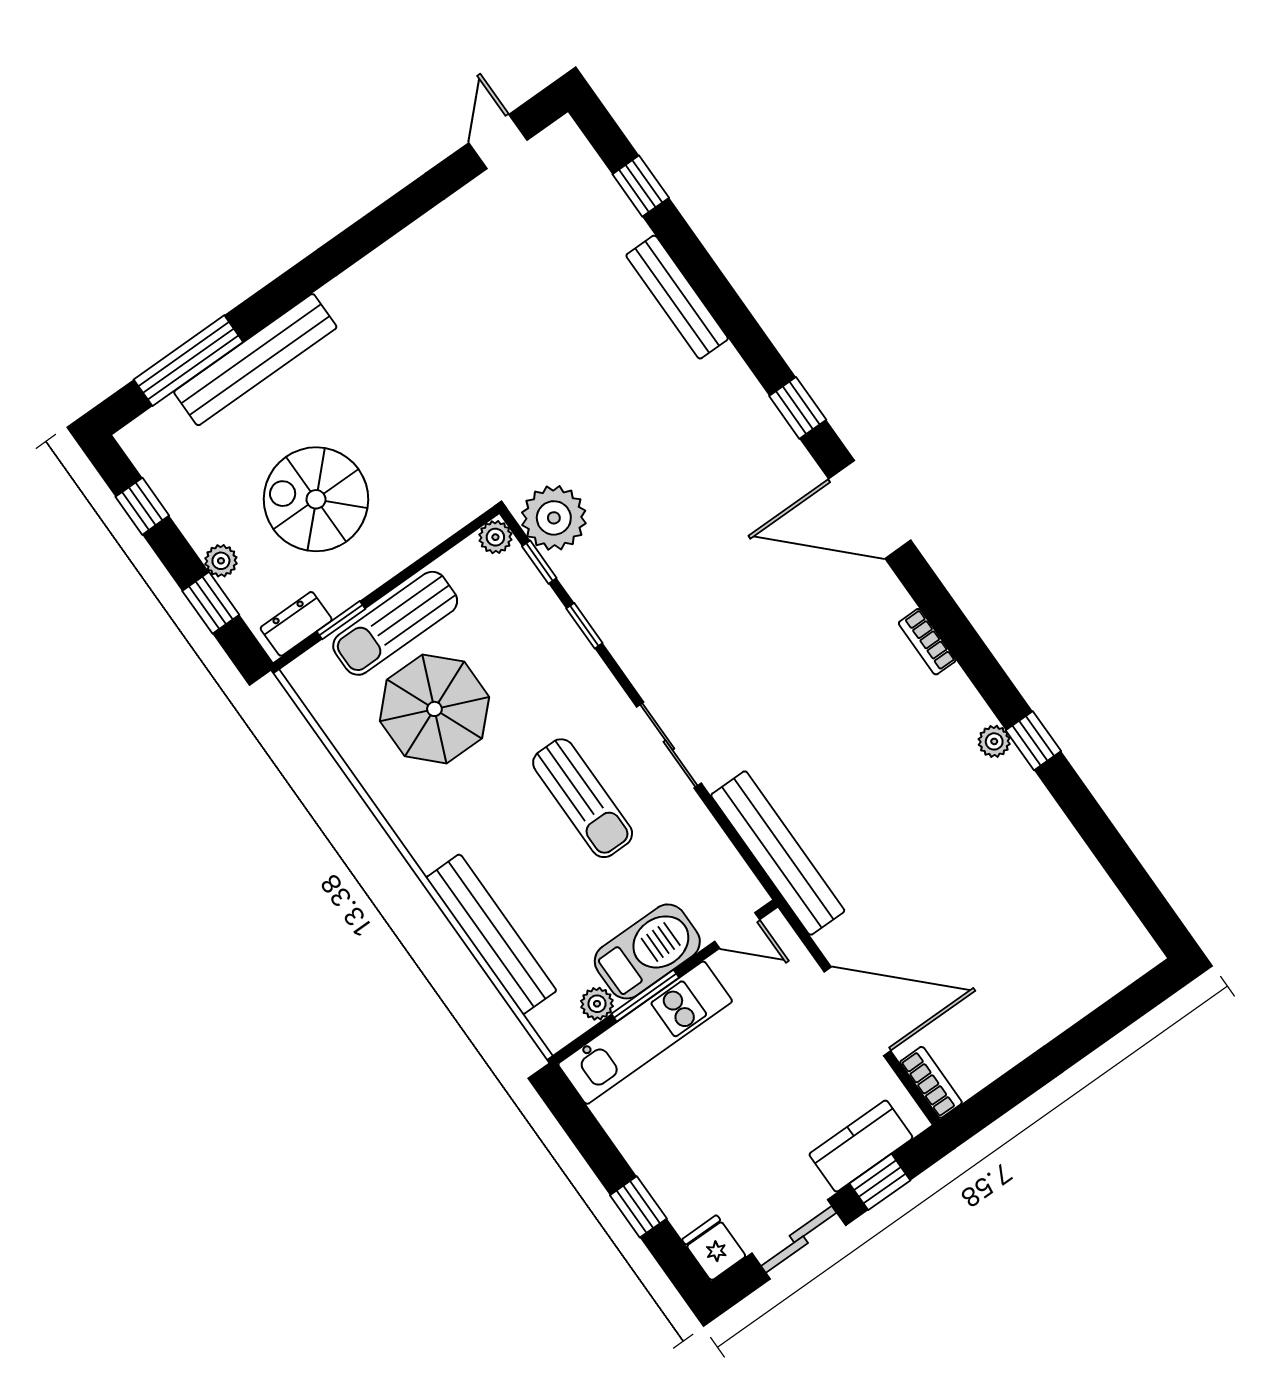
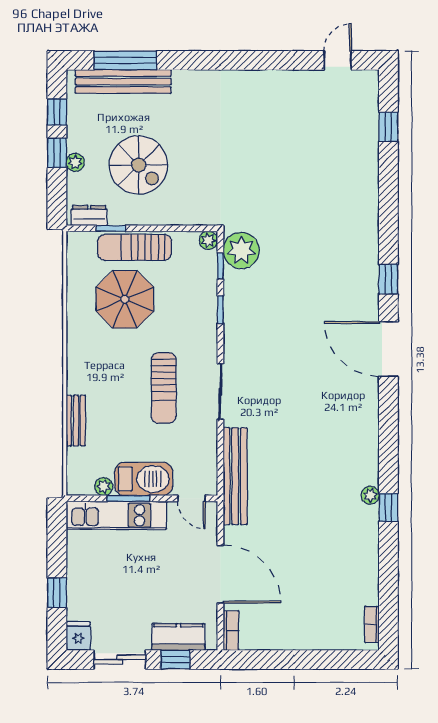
bench: (677, 297) -> (369, 189), removed
bench: (255, 360) -> (123, 81), moved
spiral stairs: (316, 499) -> (139, 165), turned 180
window: (211, 603) -> (57, 153), moved
bookcase: (927, 642) -> (372, 624), moved
bench: (491, 934) -> (76, 421), width x0.54, depth x0.82

